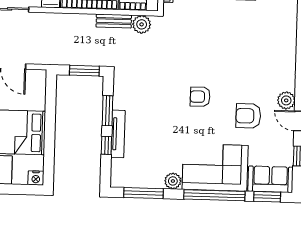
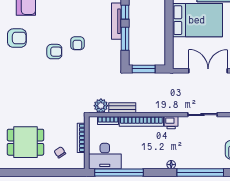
armchair: (170, 107) -> (77, 43), added

